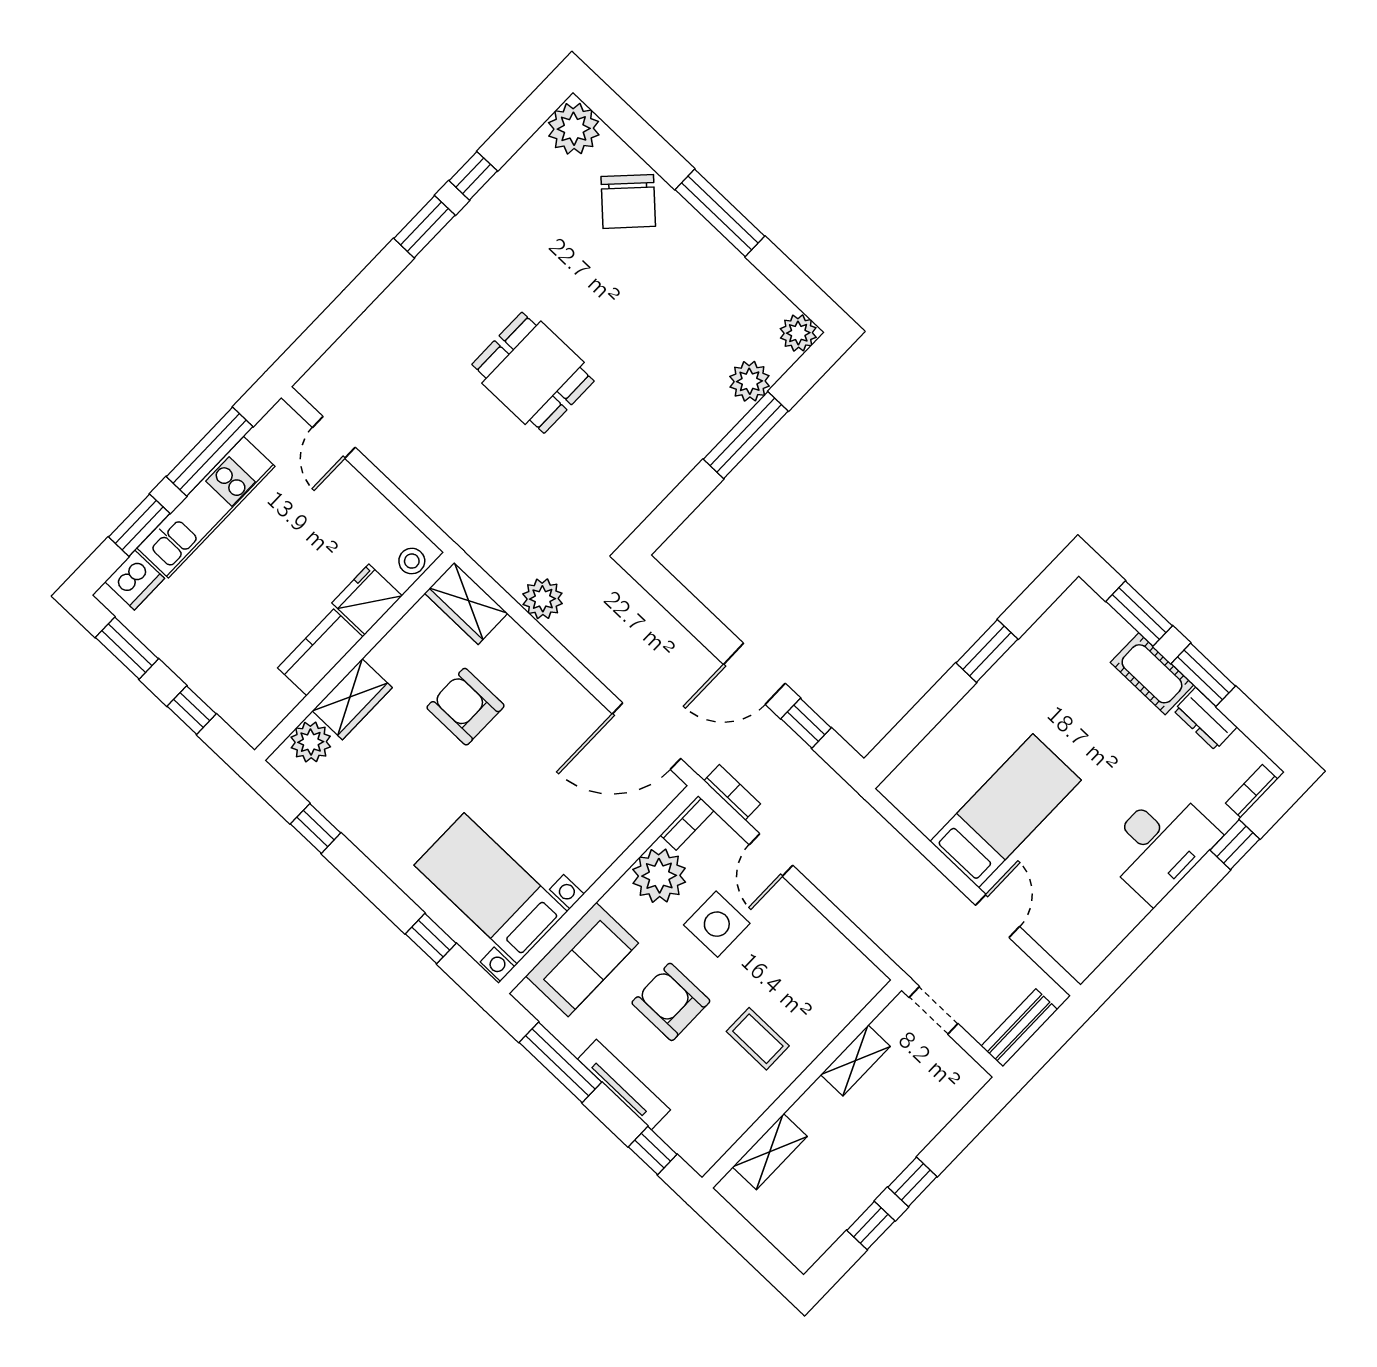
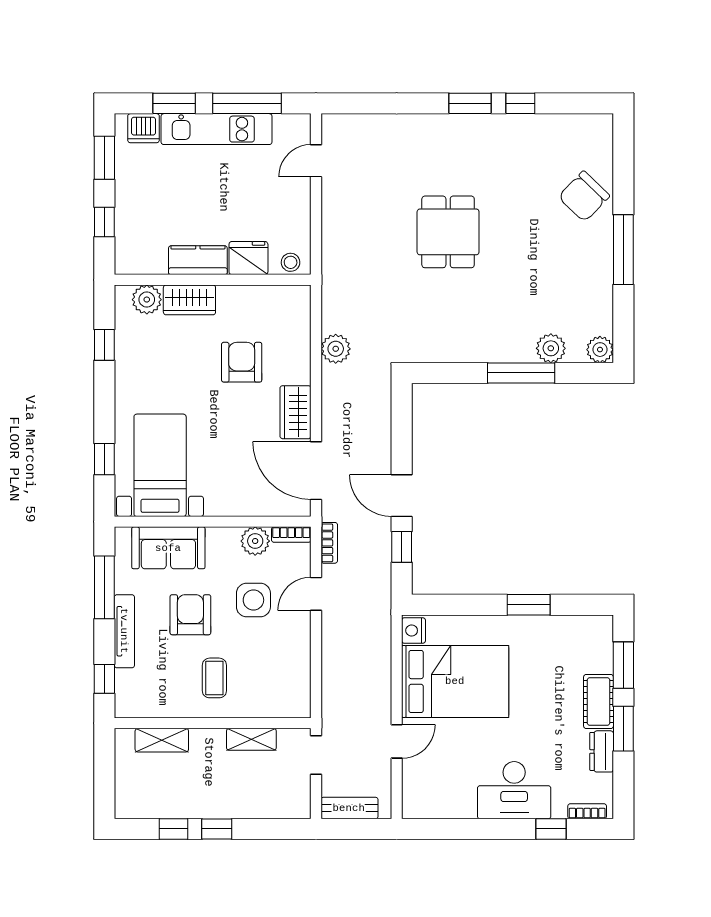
plant: (574, 129) -> (595, 132), removed
wardrobe: (466, 603) -> (296, 412), moved
nightstand: (902, 792) -> (414, 631), added
bed: (1006, 811) -> (455, 681), width x1.50
plant: (659, 876) -> (255, 541), width x0.73, depth x0.73

